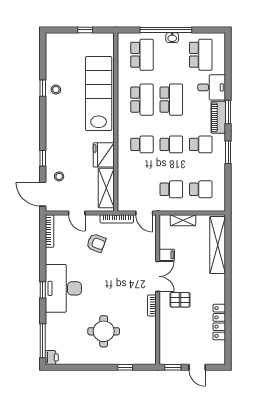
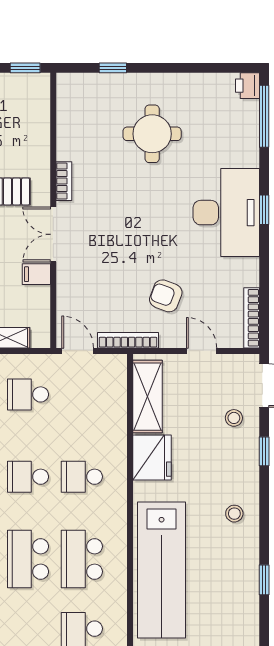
stool: (56, 90) -> (234, 514), moved

